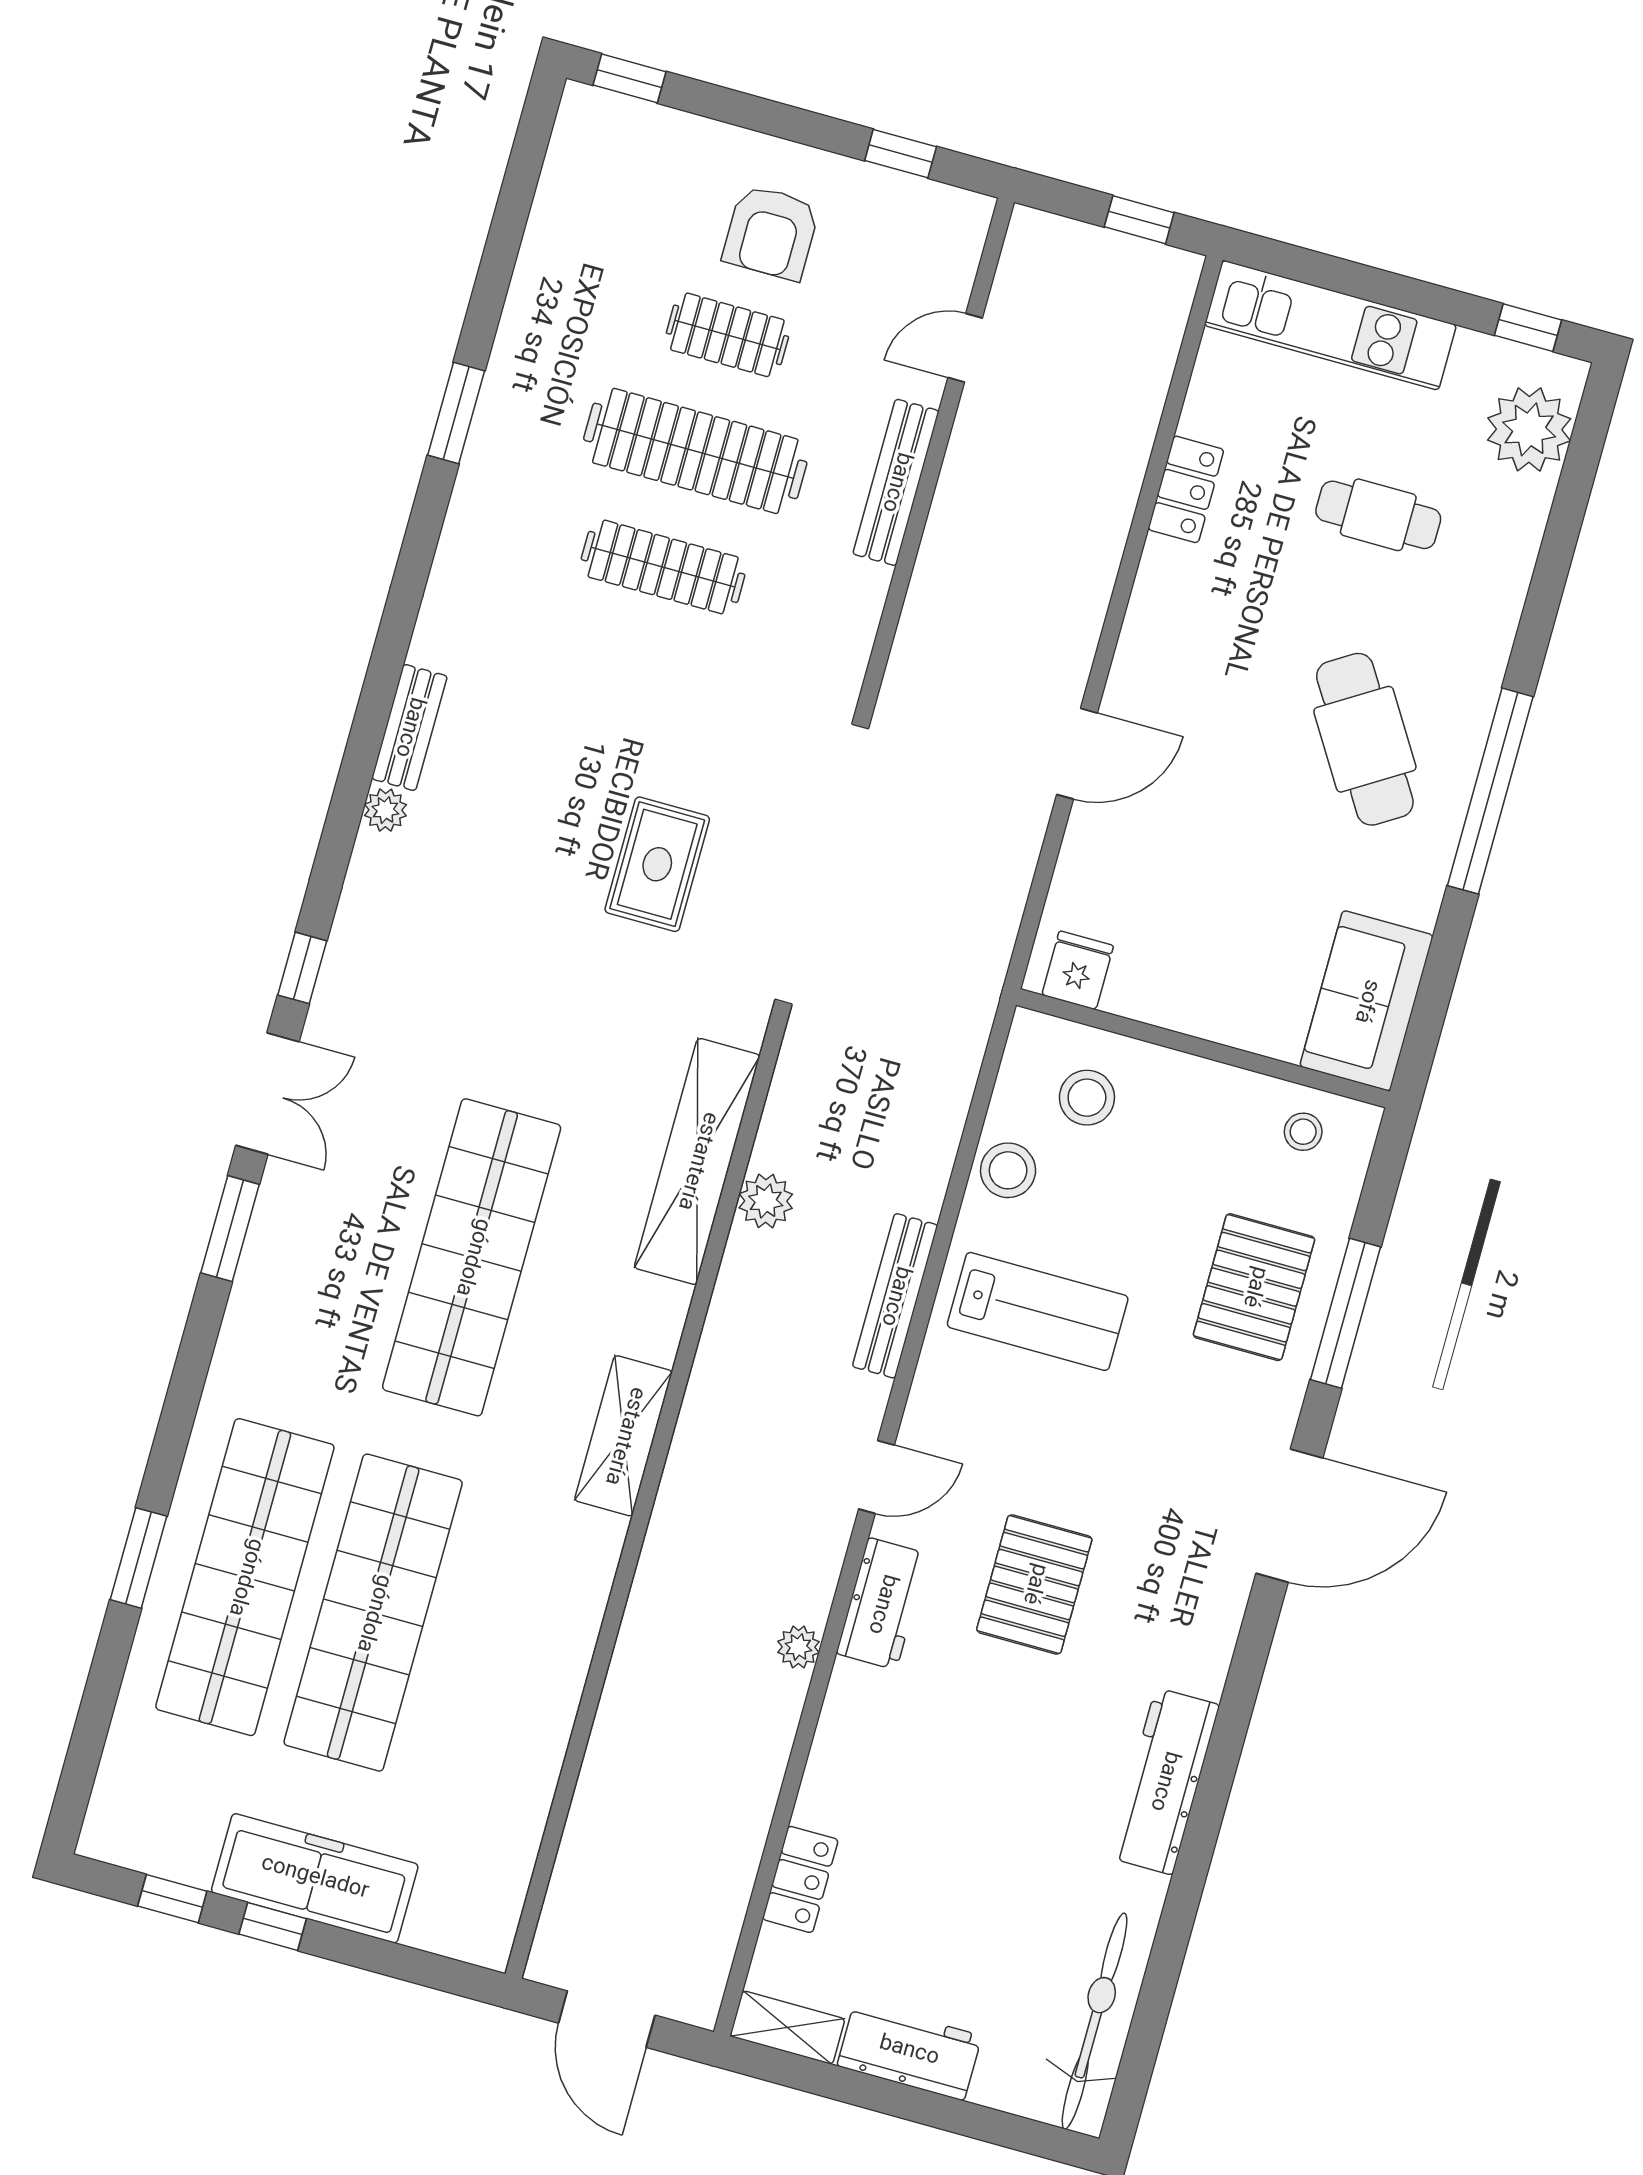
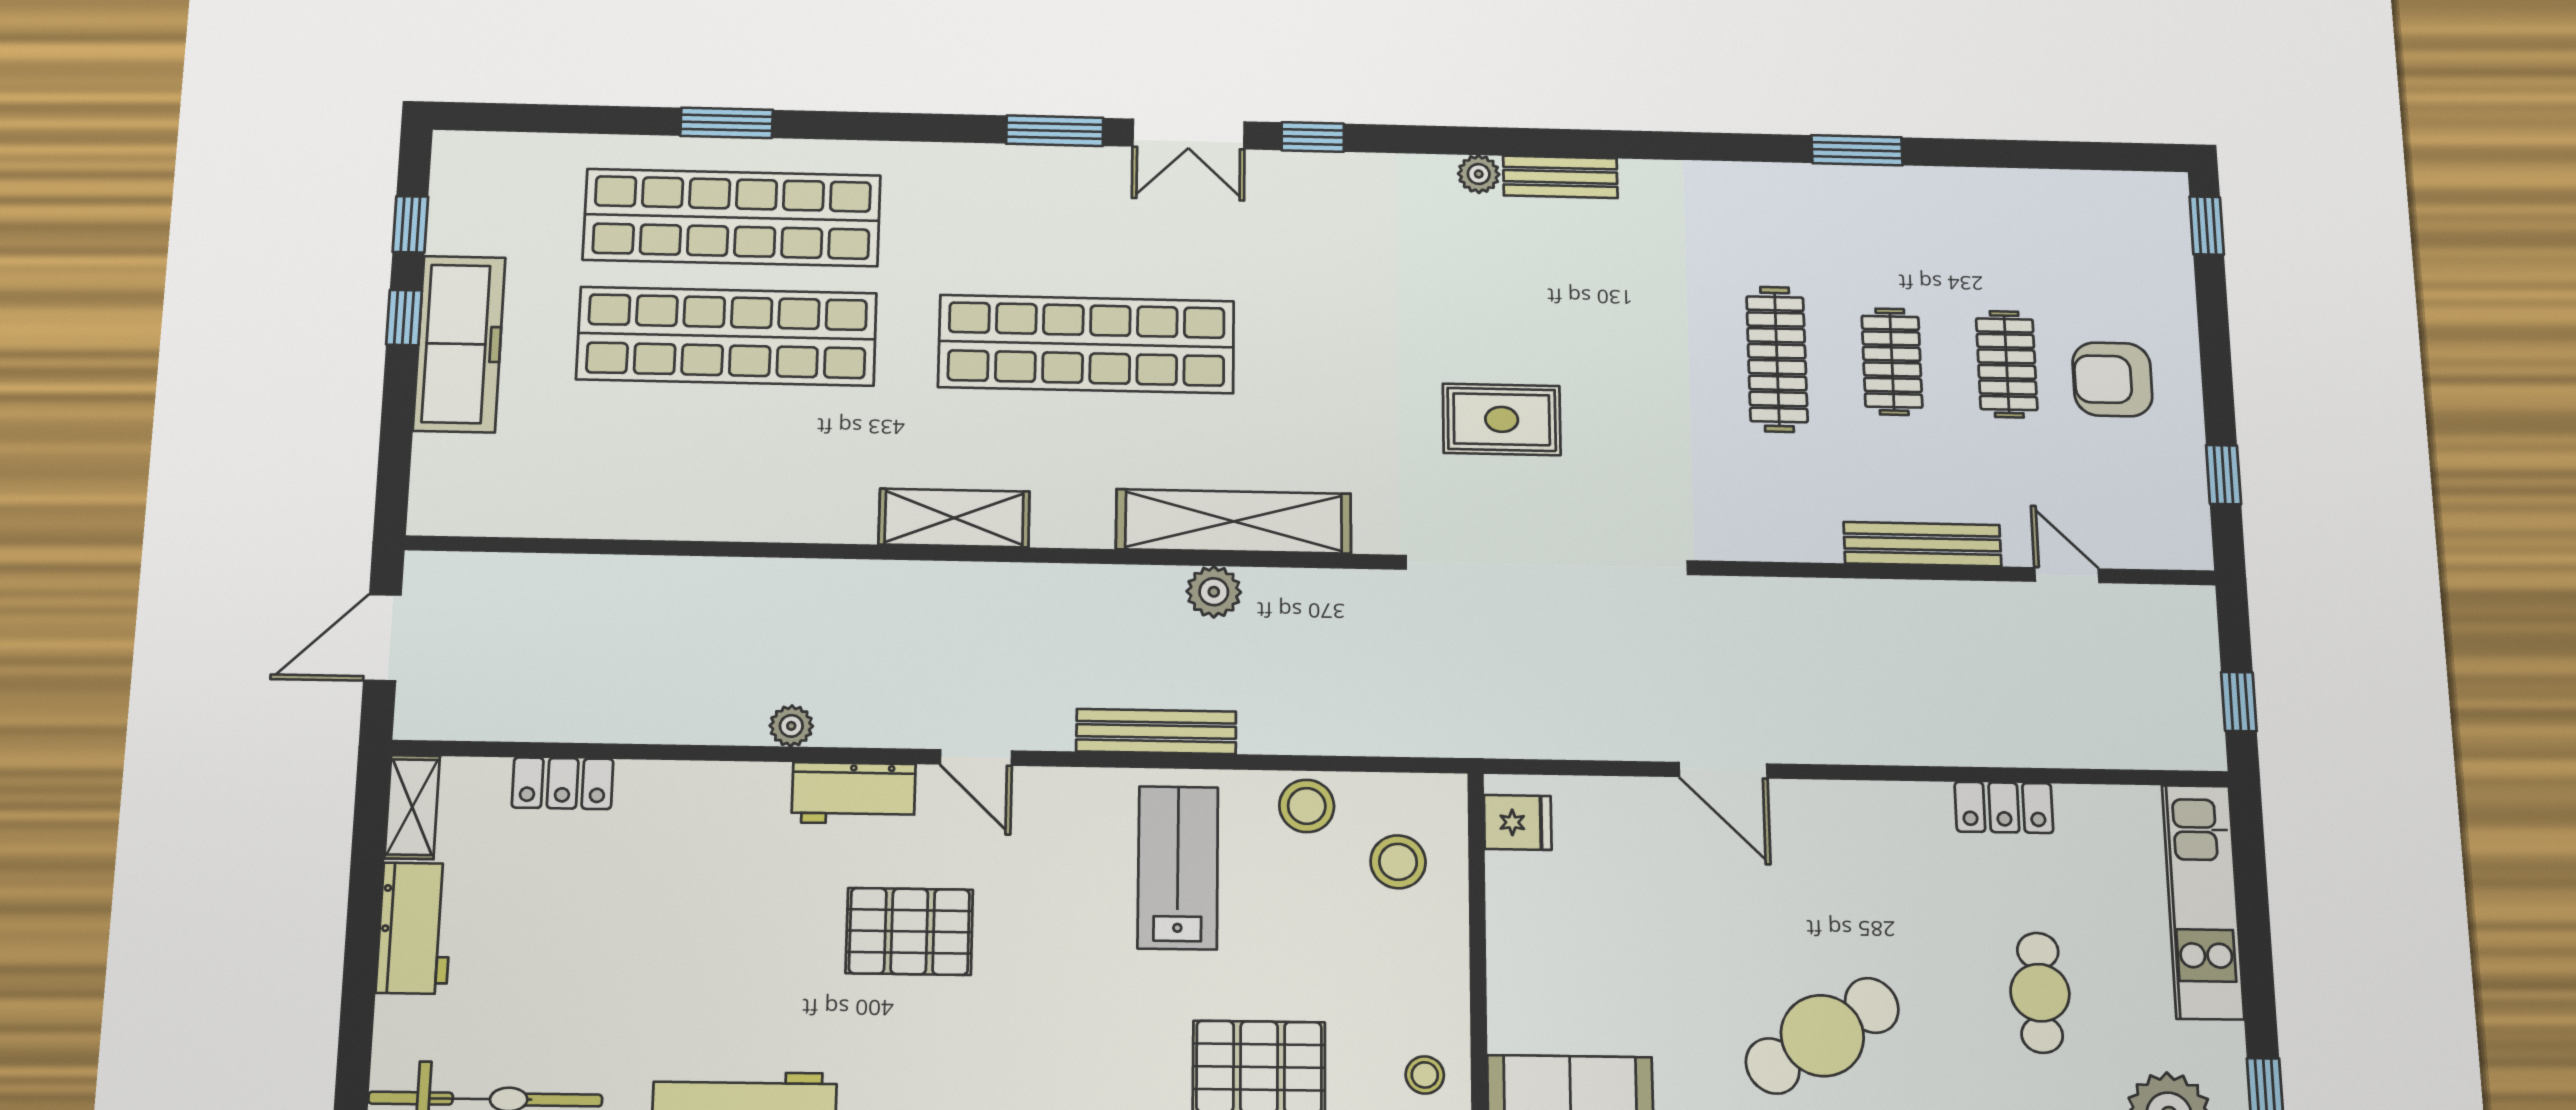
clothes rail: (695, 451) -> (1892, 362), width x0.54, depth x0.76
lab bench: (1038, 1311) -> (1178, 868), turned 180

